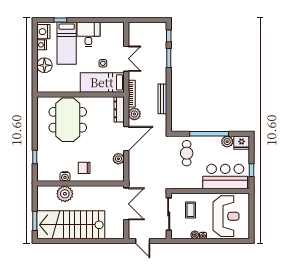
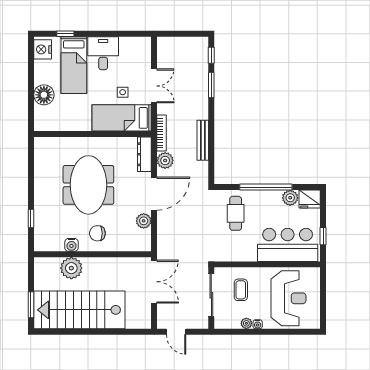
nightstand: (42, 45) -> (40, 67), removed
meeting table: (68, 120) -> (88, 185), moved

